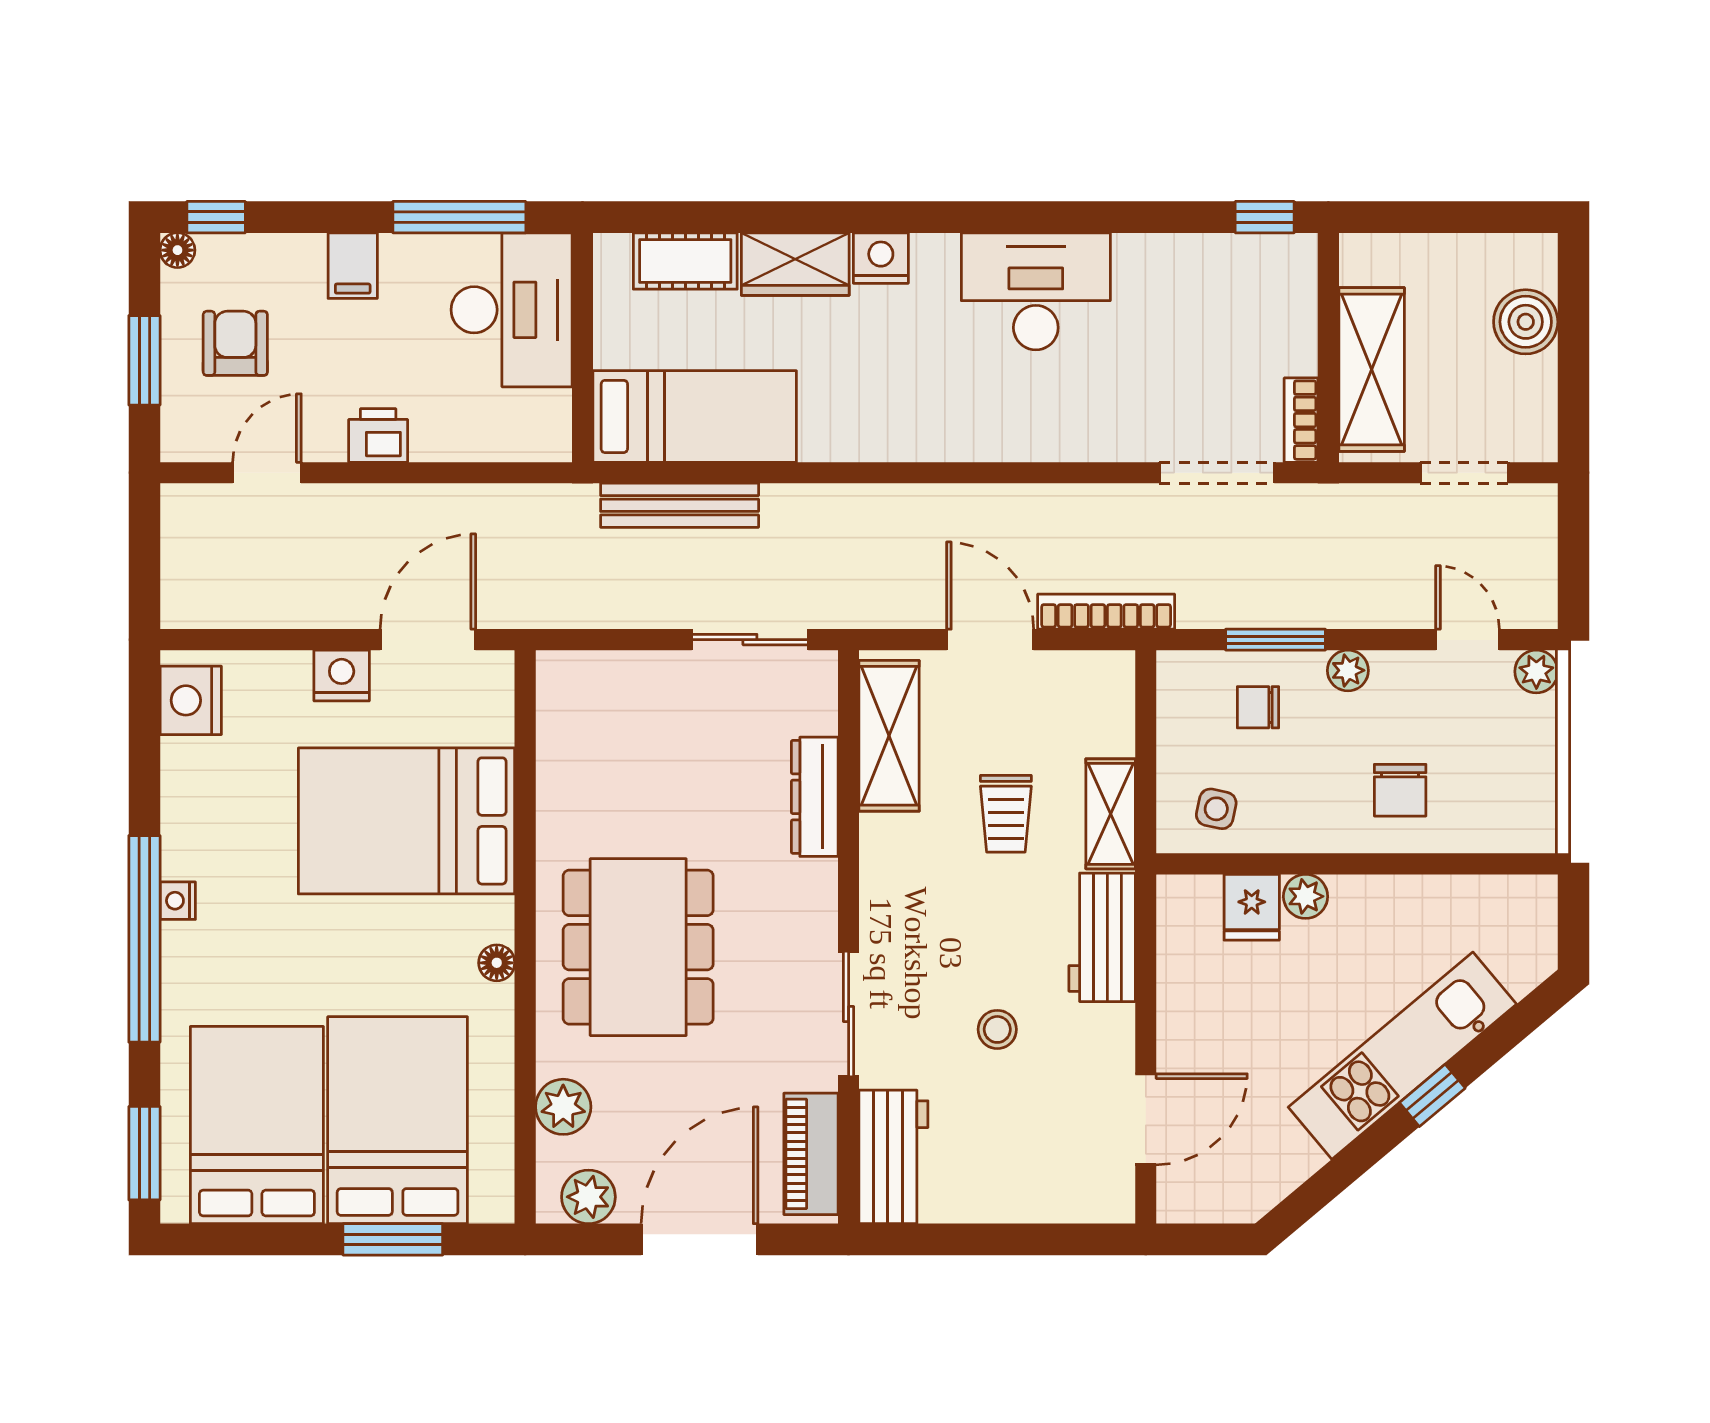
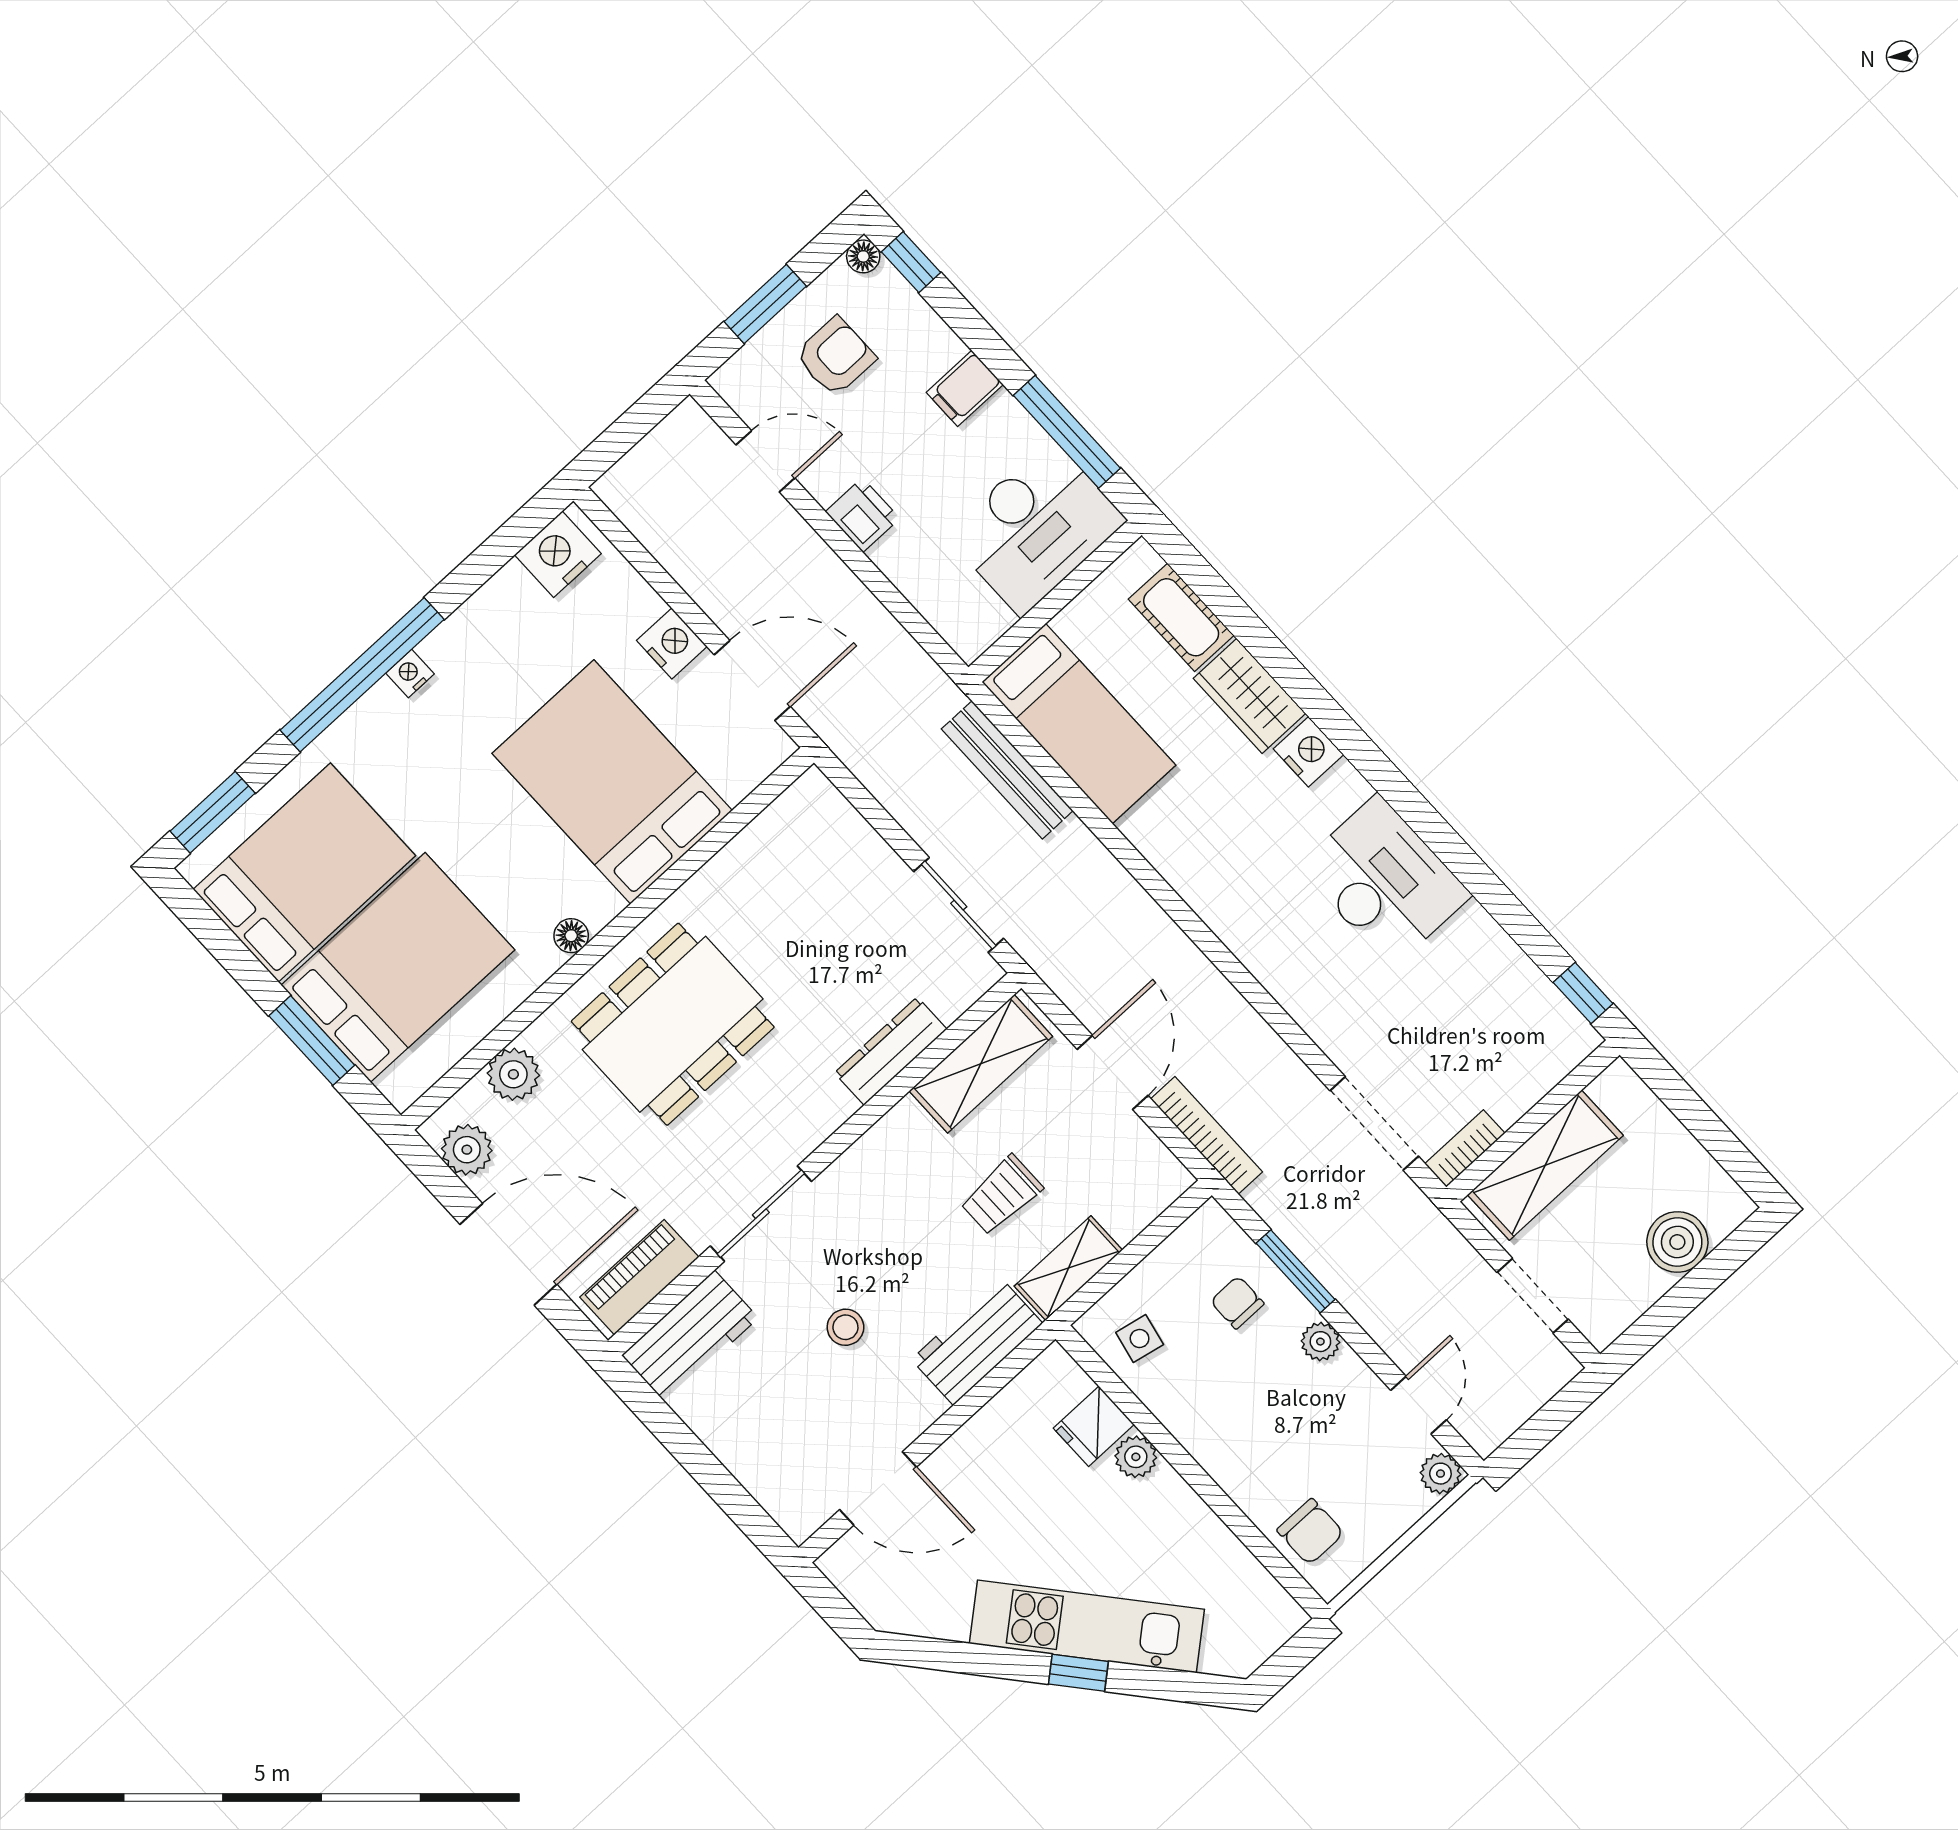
chair: (1400, 790) -> (1310, 1532), moved, turned -90

